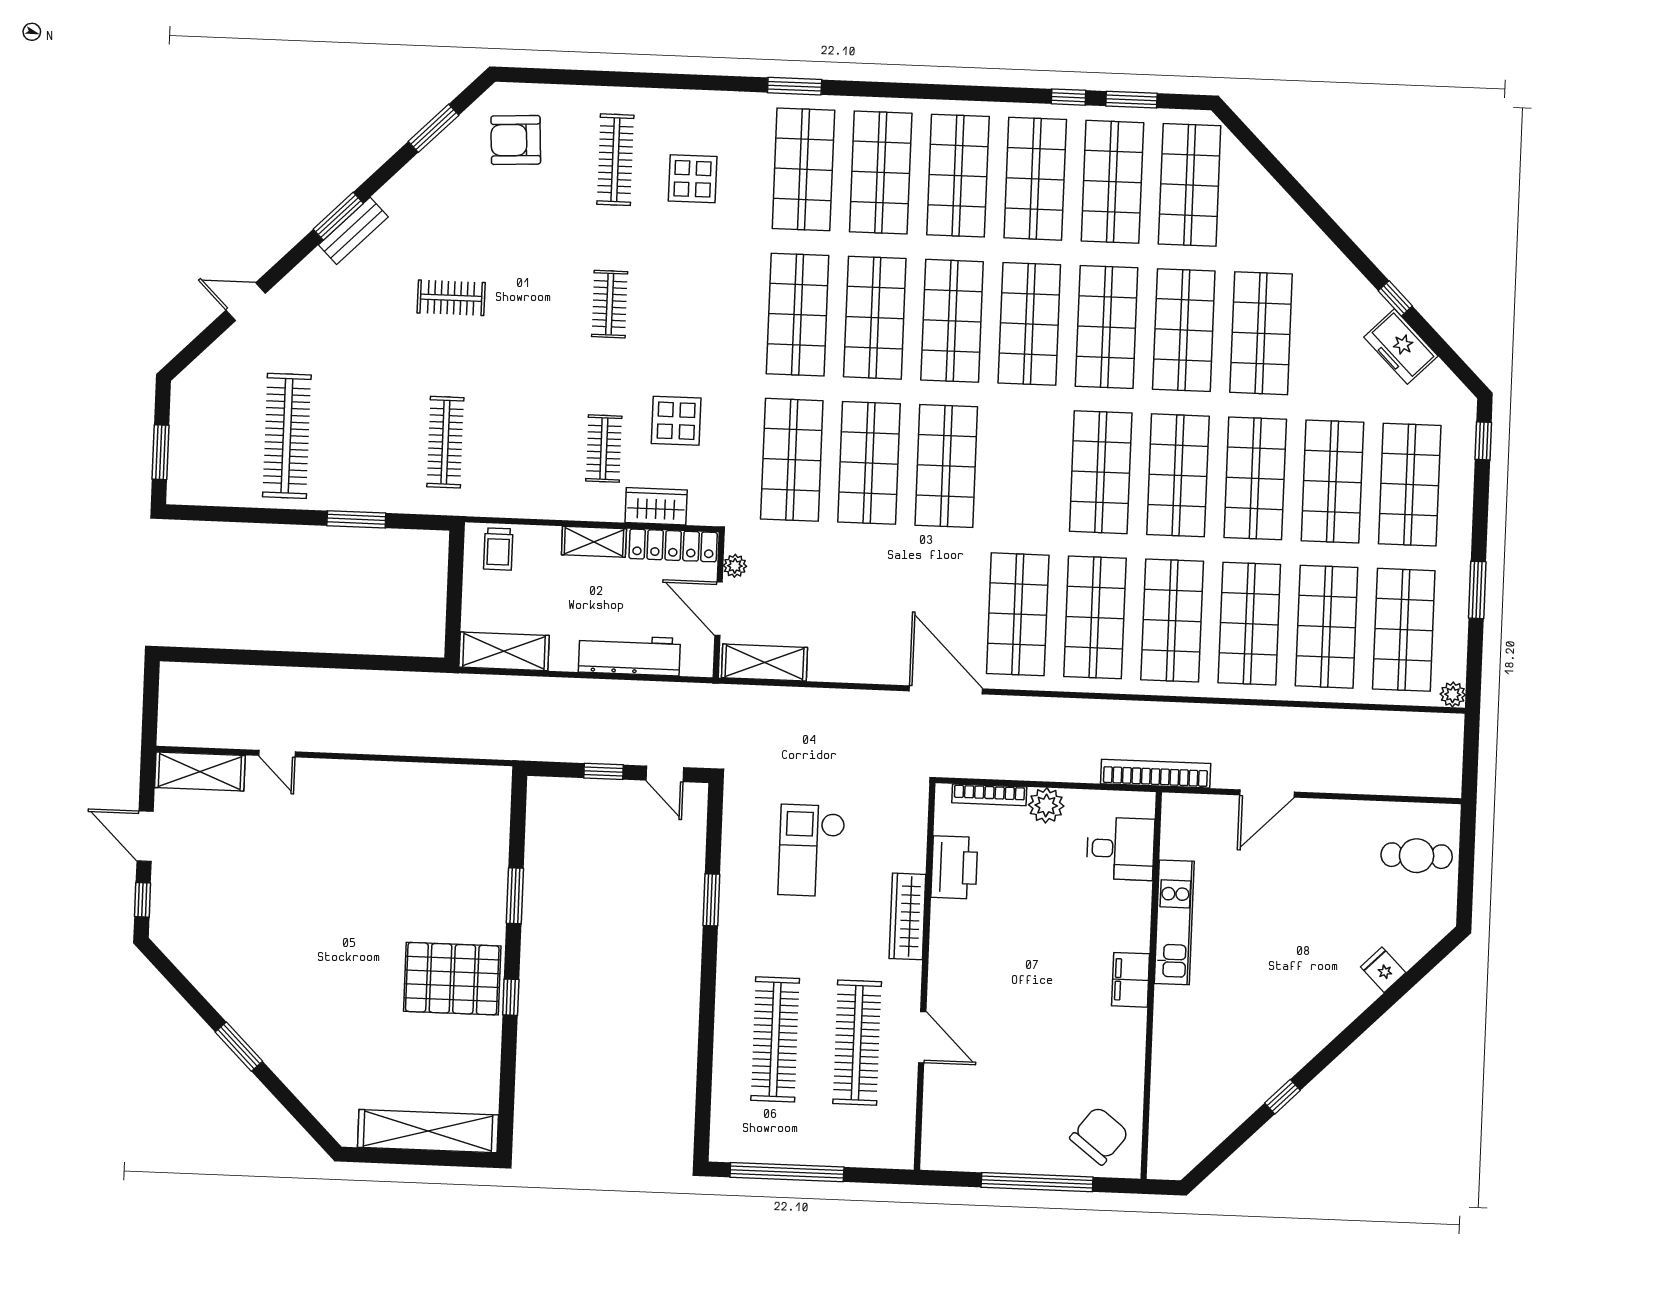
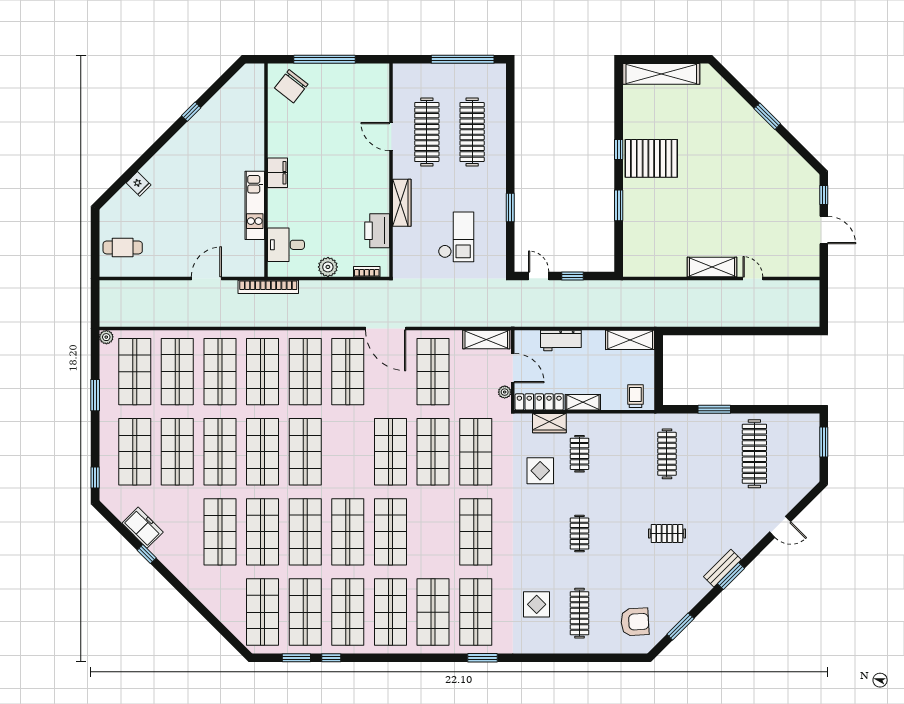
shop shelf: (875, 318) -> (433, 372), moved
workbench: (629, 655) -> (561, 341), width x0.73
shelving: (200, 771) -> (712, 267), moved
bookcase: (989, 795) -> (367, 272), width x0.64

